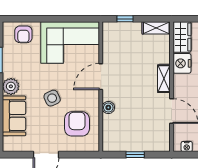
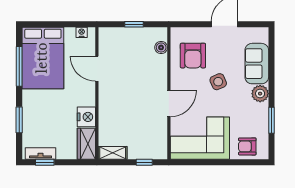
armchair: (23, 34) -> (247, 146), turned -90
shelving: (164, 79) -> (105, 101), removed
boiler: (108, 108) -> (161, 47), moved

